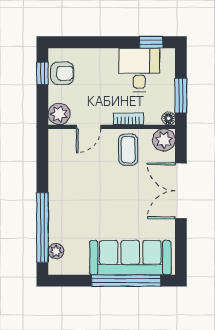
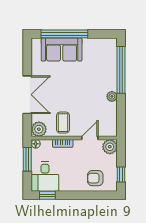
desk: (139, 70) -> (45, 177), moved
armchair: (62, 73) -> (95, 178), moved
plant: (56, 251) -> (112, 96), moved
sofa: (130, 258) -> (62, 49), width x0.73

